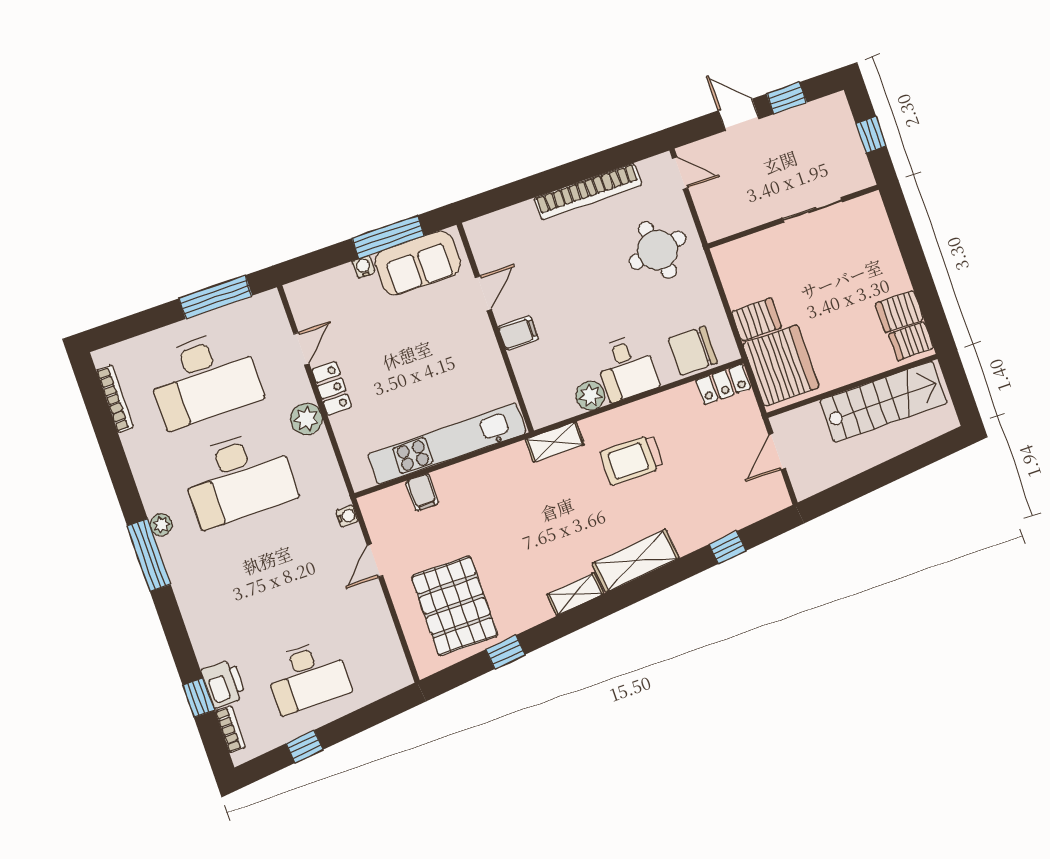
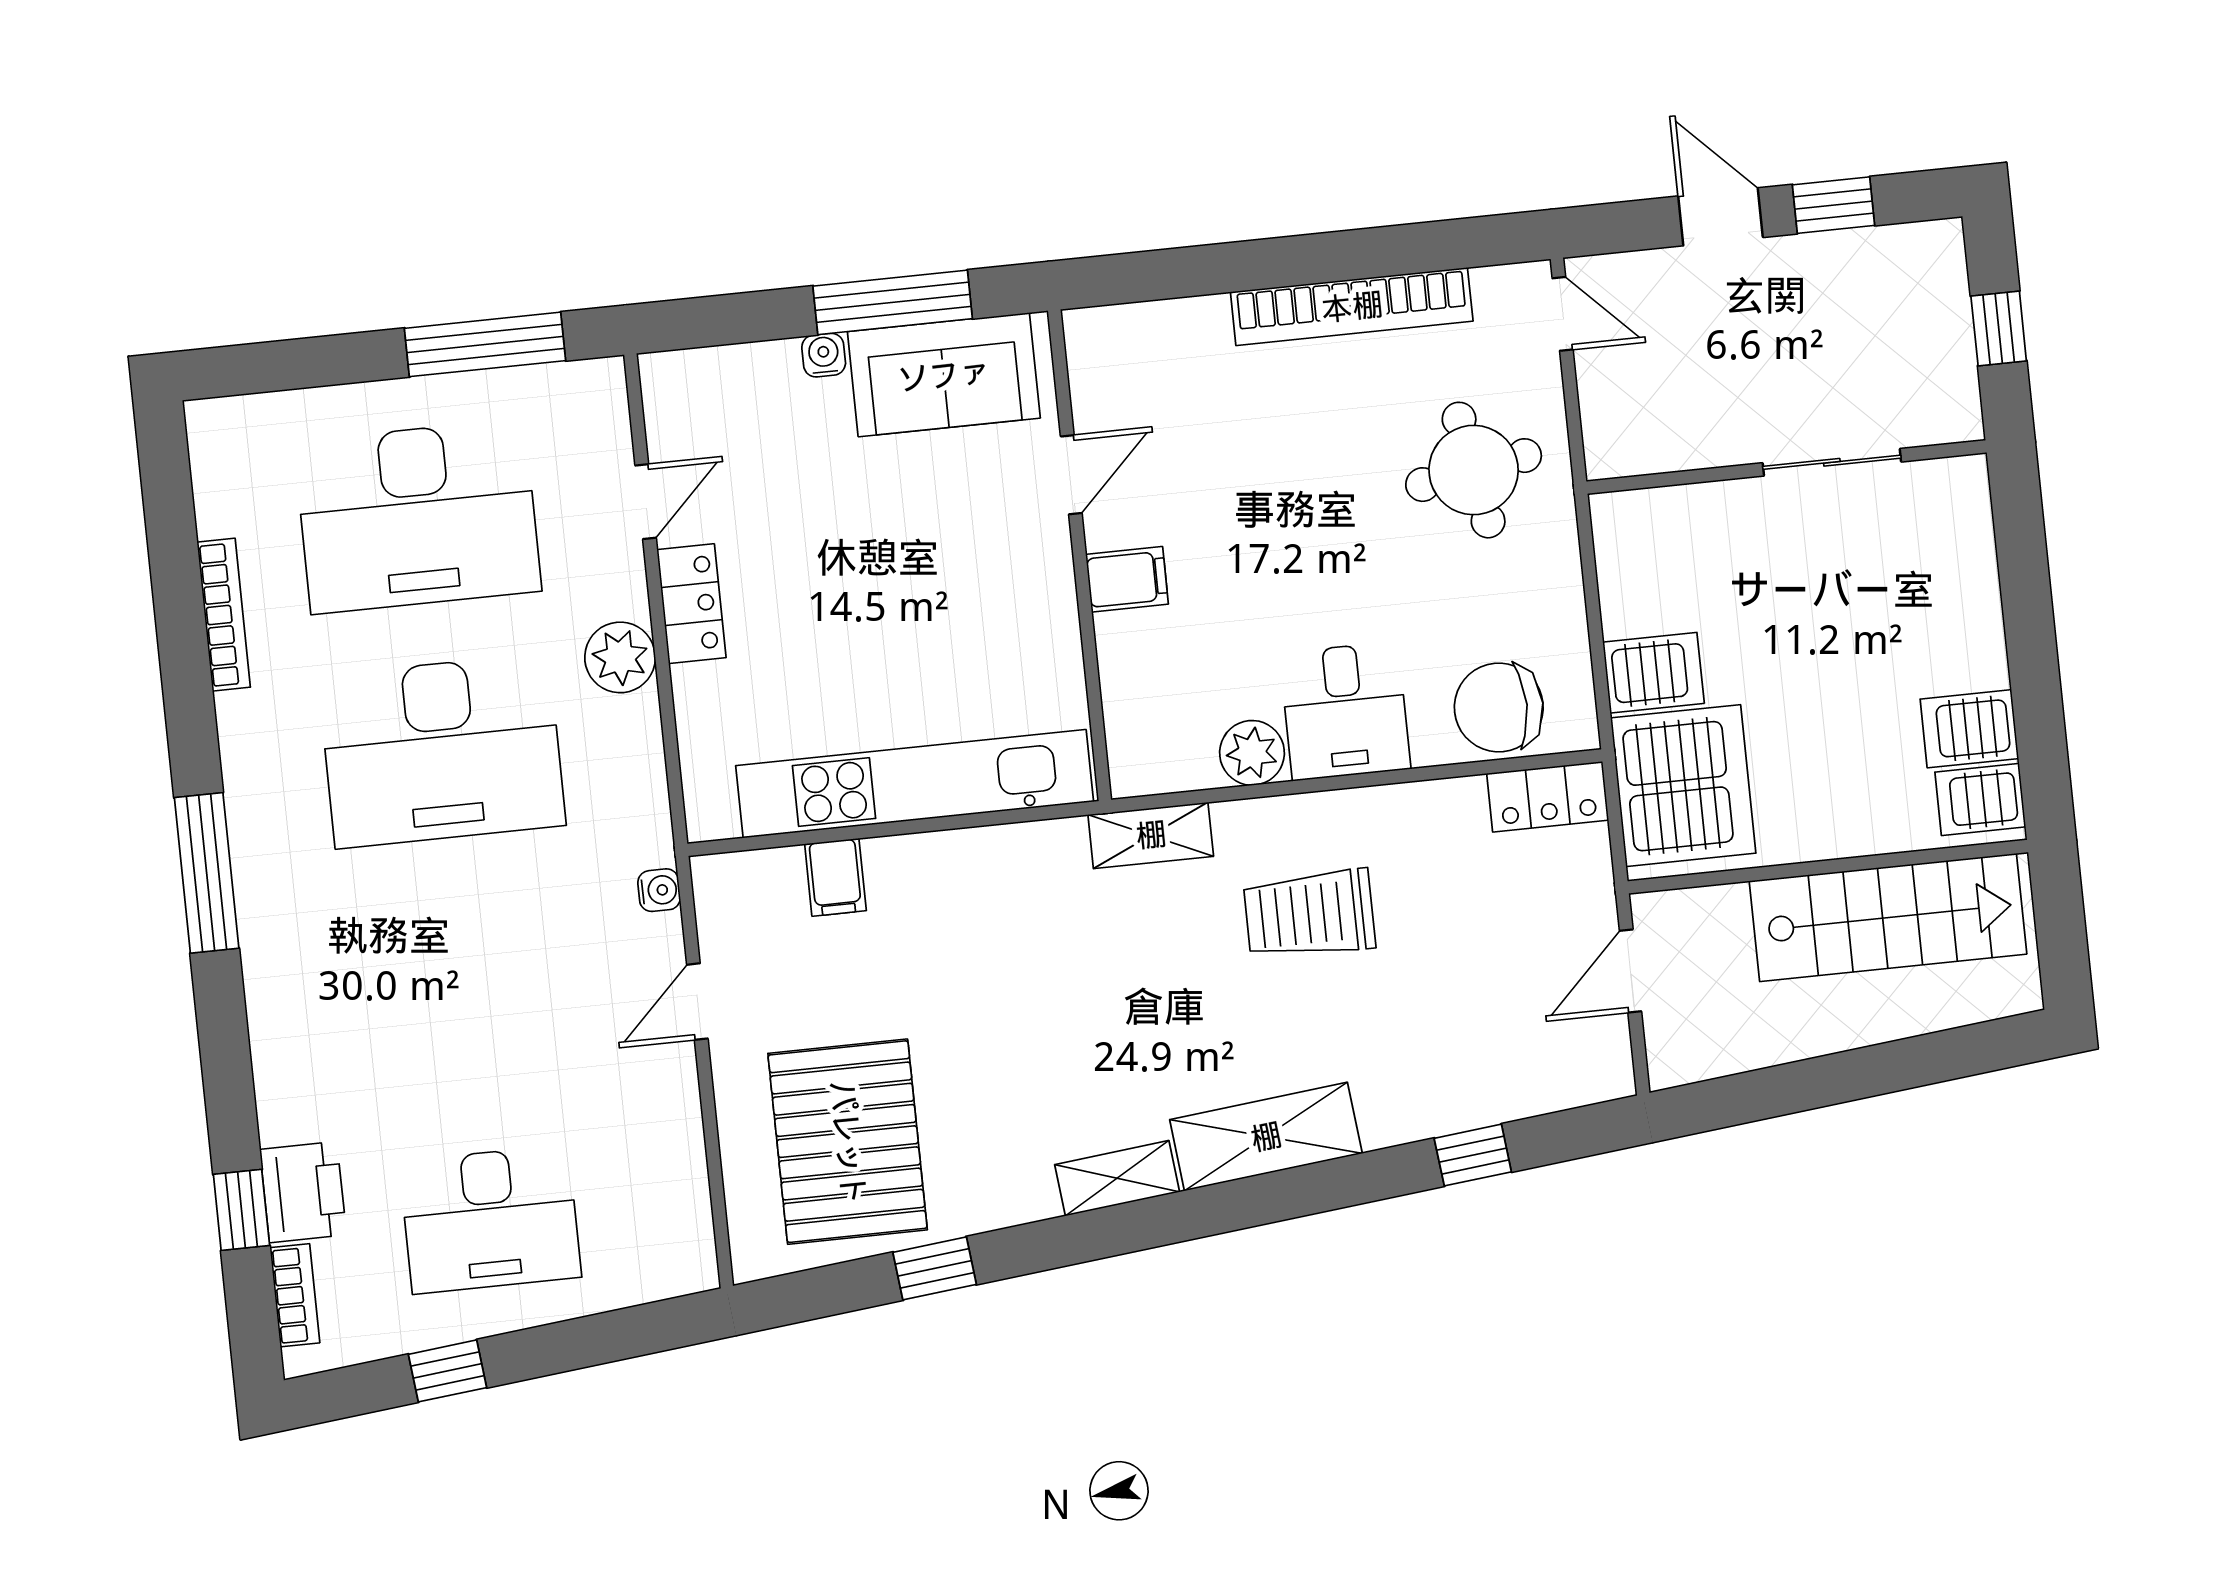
bookcase: (115, 399) -> (224, 615), moved
plant: (161, 525) -> (249, 813), removed

